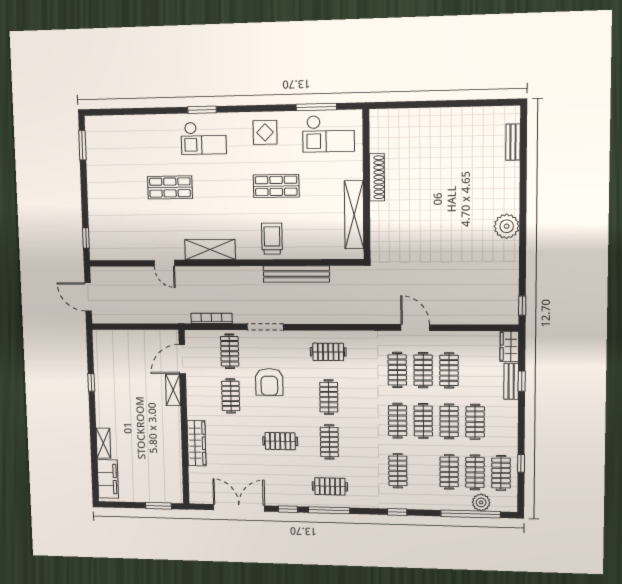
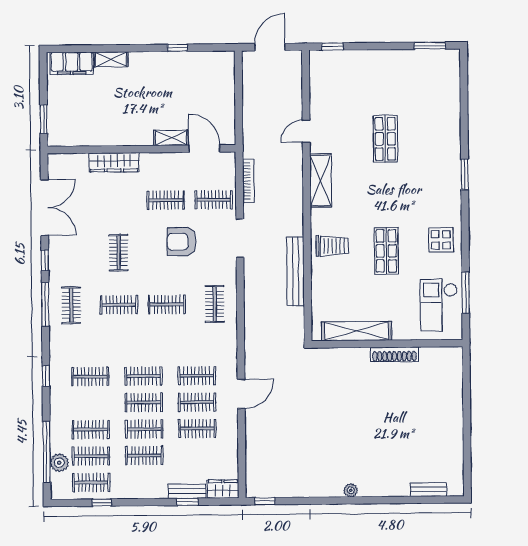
checkout: (204, 138) -> (436, 176), removed
plant: (507, 226) -> (351, 490), width x0.53, depth x0.53

